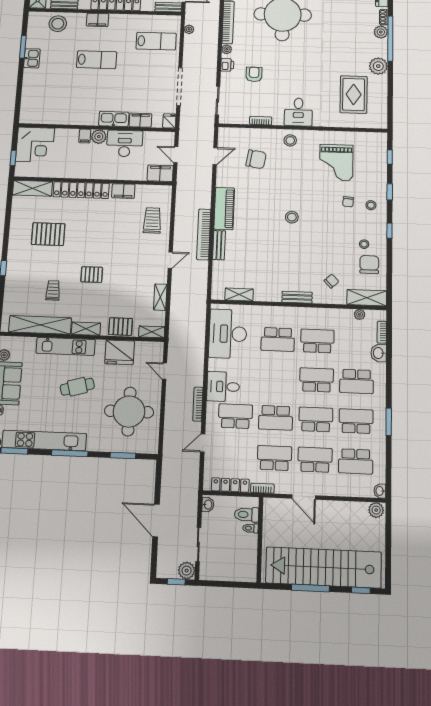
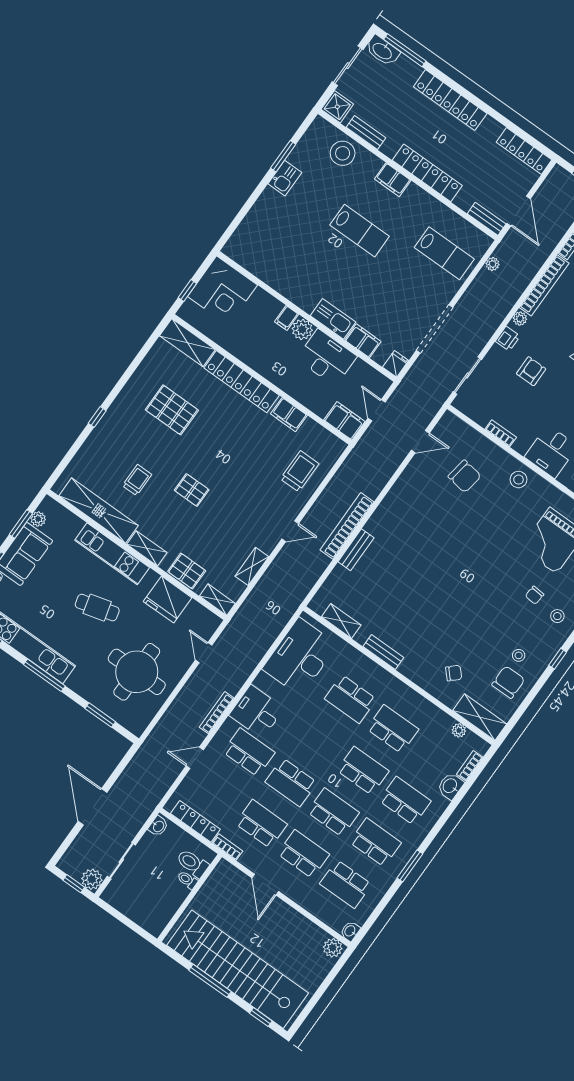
piano: (224, 209) -> (390, 511), removed
stool: (292, 217) -> (459, 571), removed
bench: (297, 297) -> (383, 652), moved
school desk: (357, 381) -> (405, 801), turned 180

